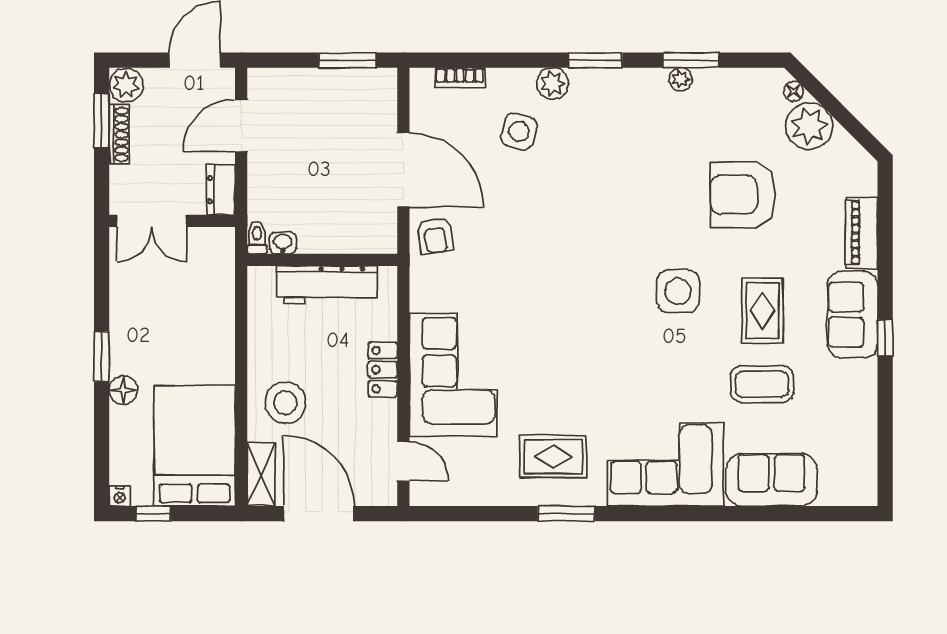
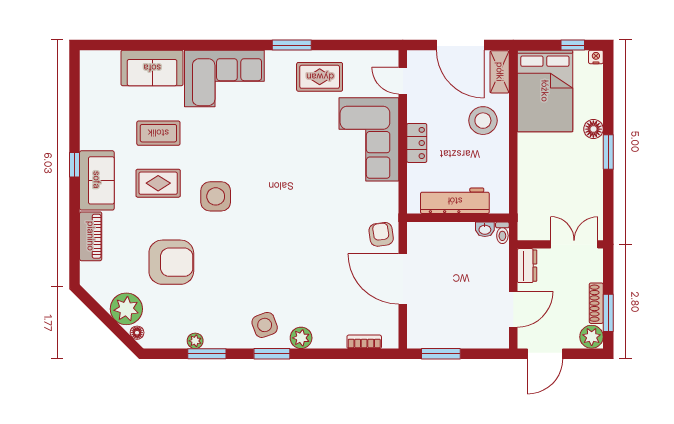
plant: (681, 79) -> (195, 341), moved
side table: (519, 131) -> (265, 325), moved, turned -37
rug: (762, 311) -> (158, 183), turned 90
rug: (553, 457) -> (320, 77), moved

